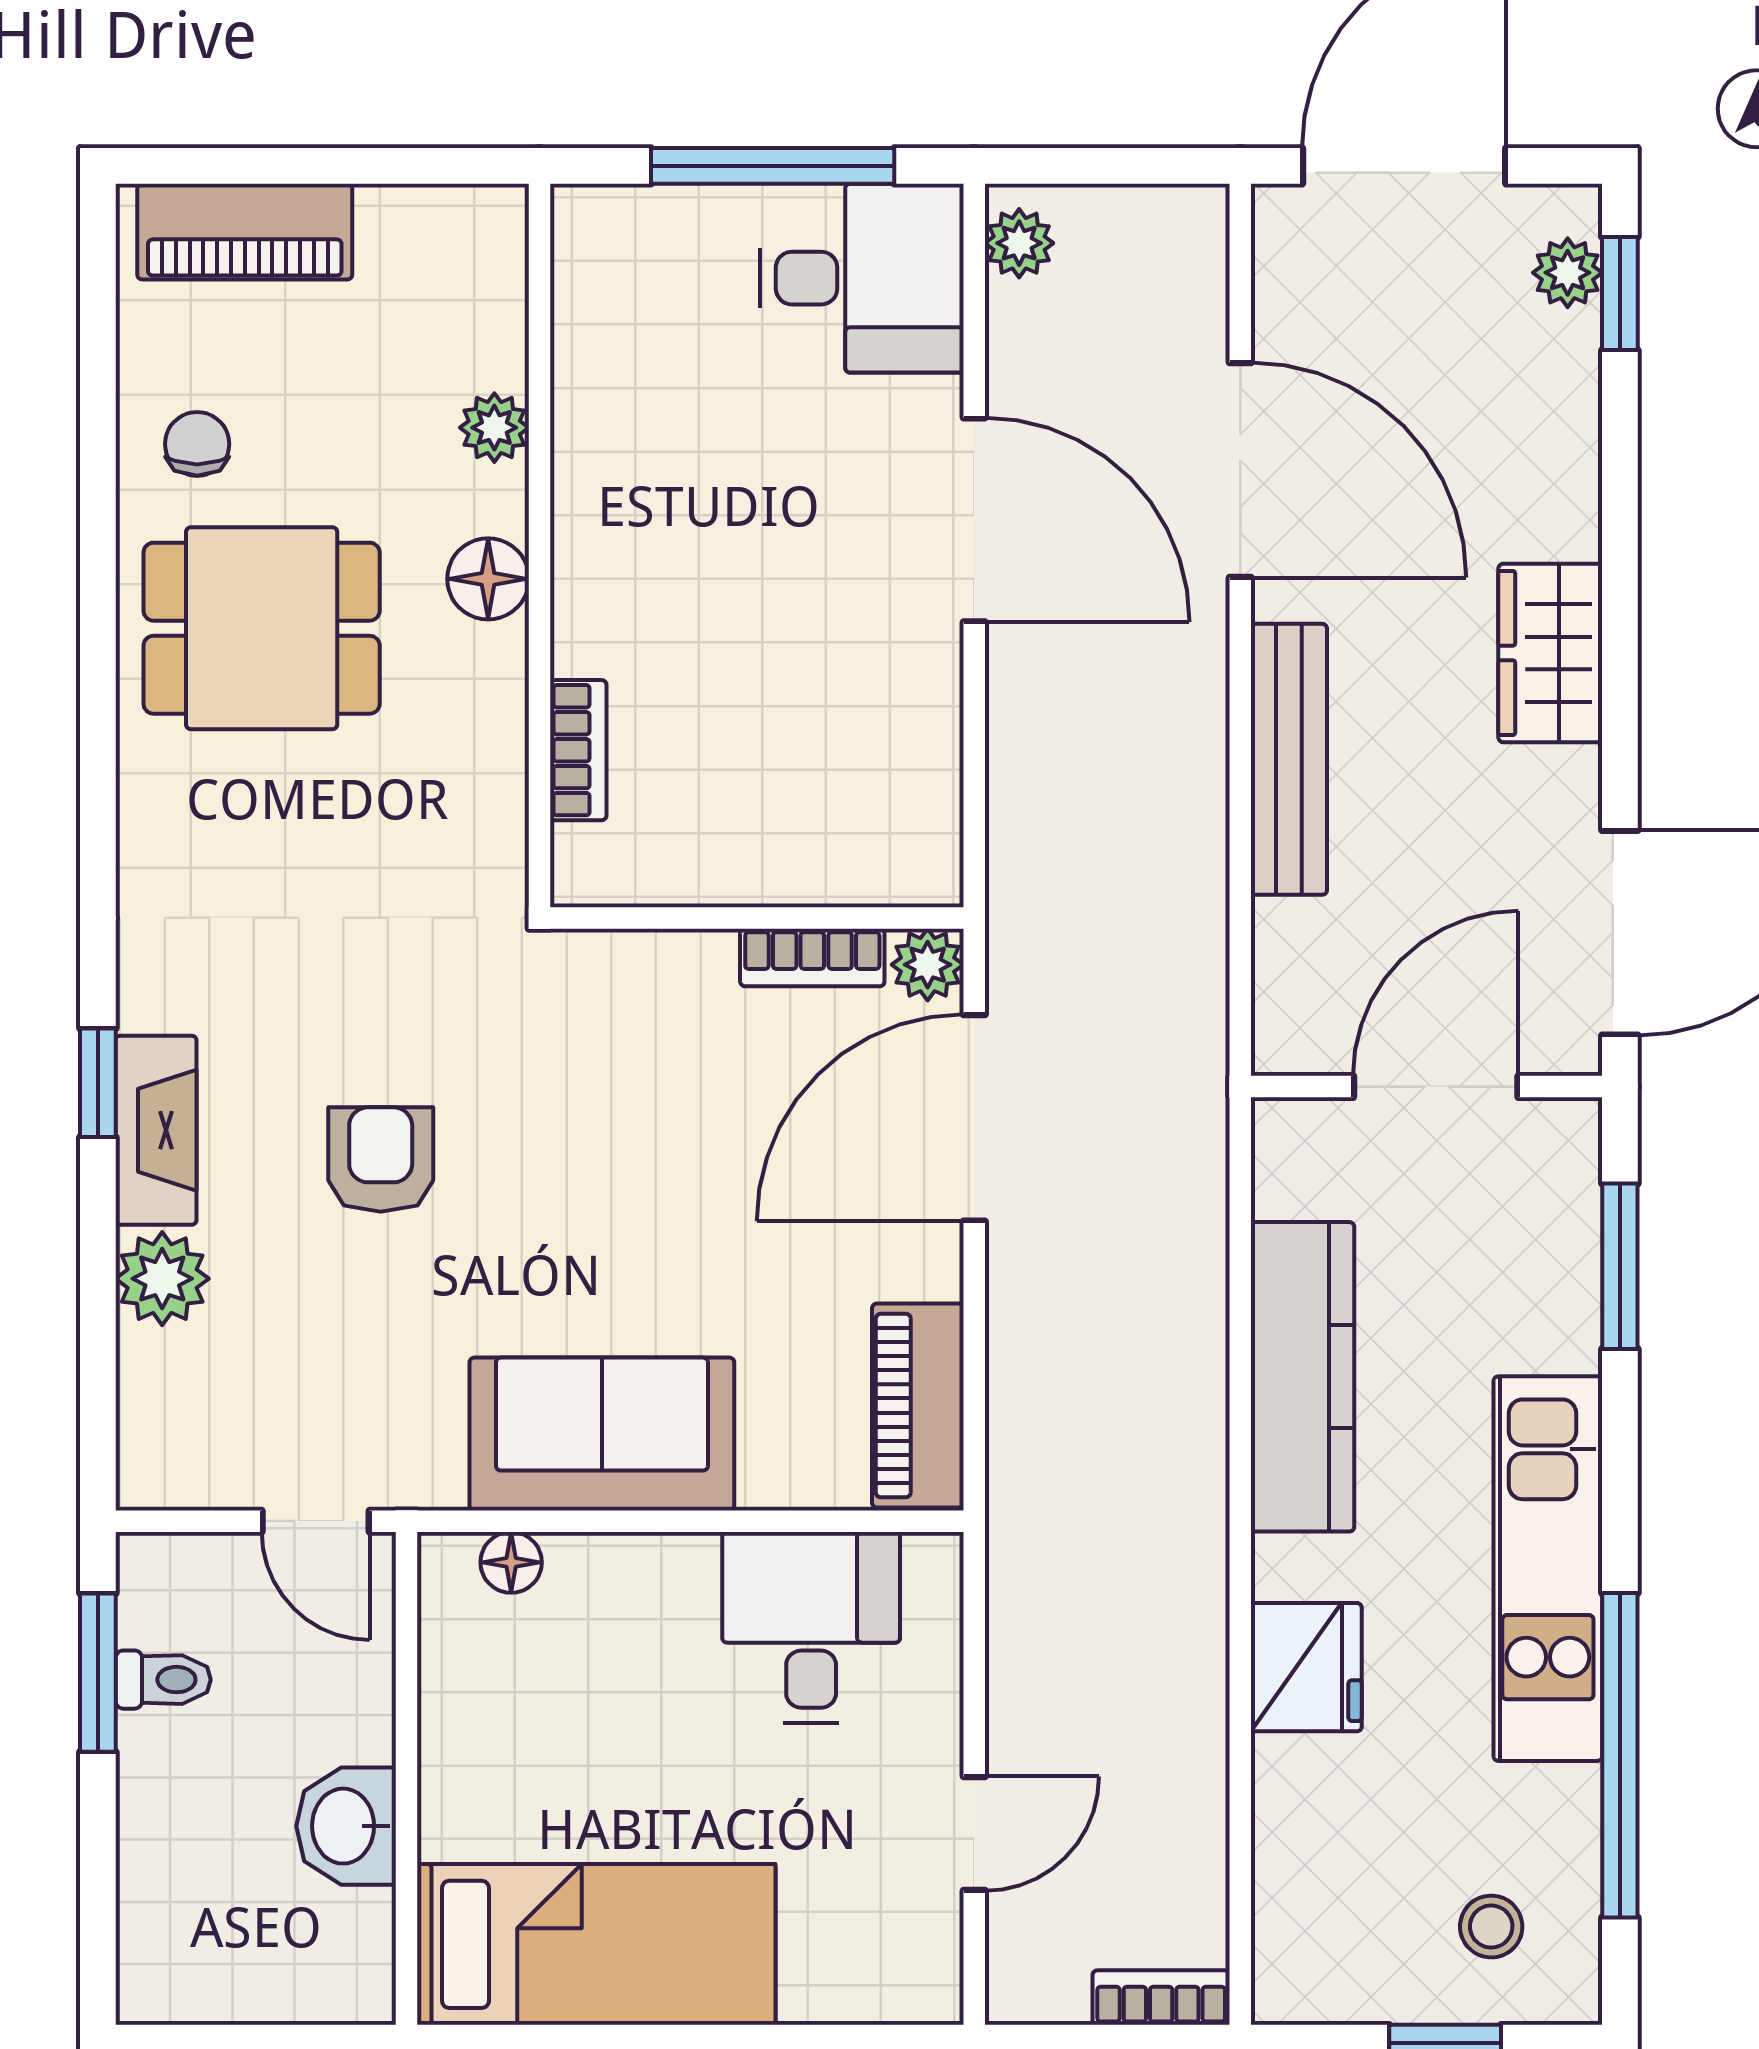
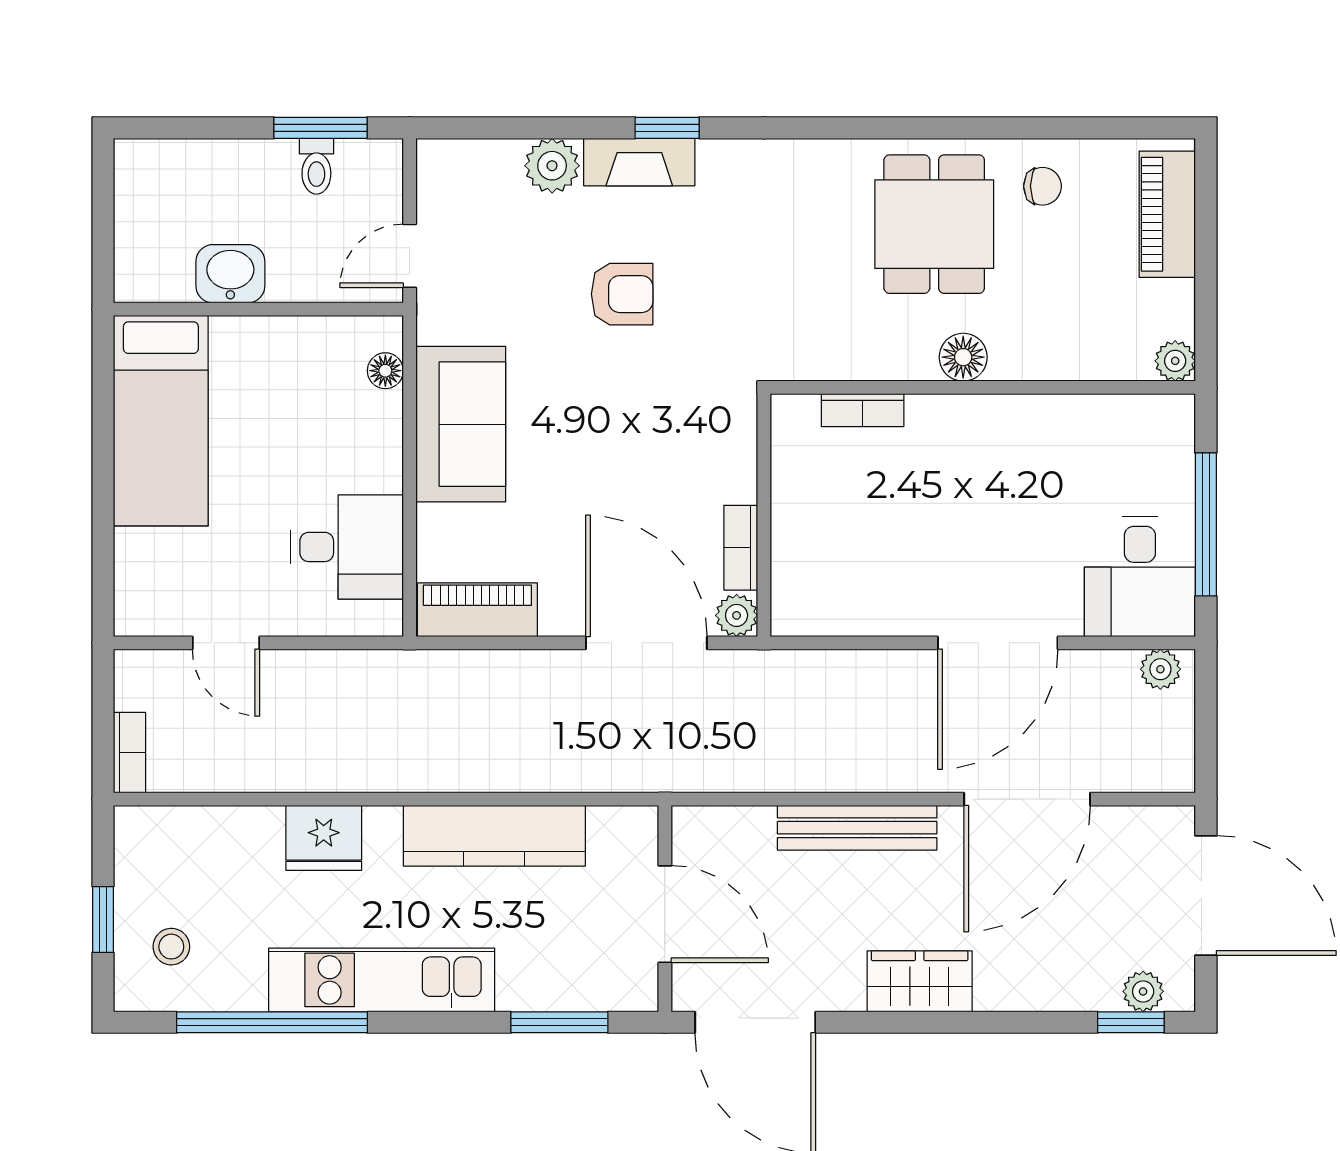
plant: (494, 428) -> (1175, 361), moved

